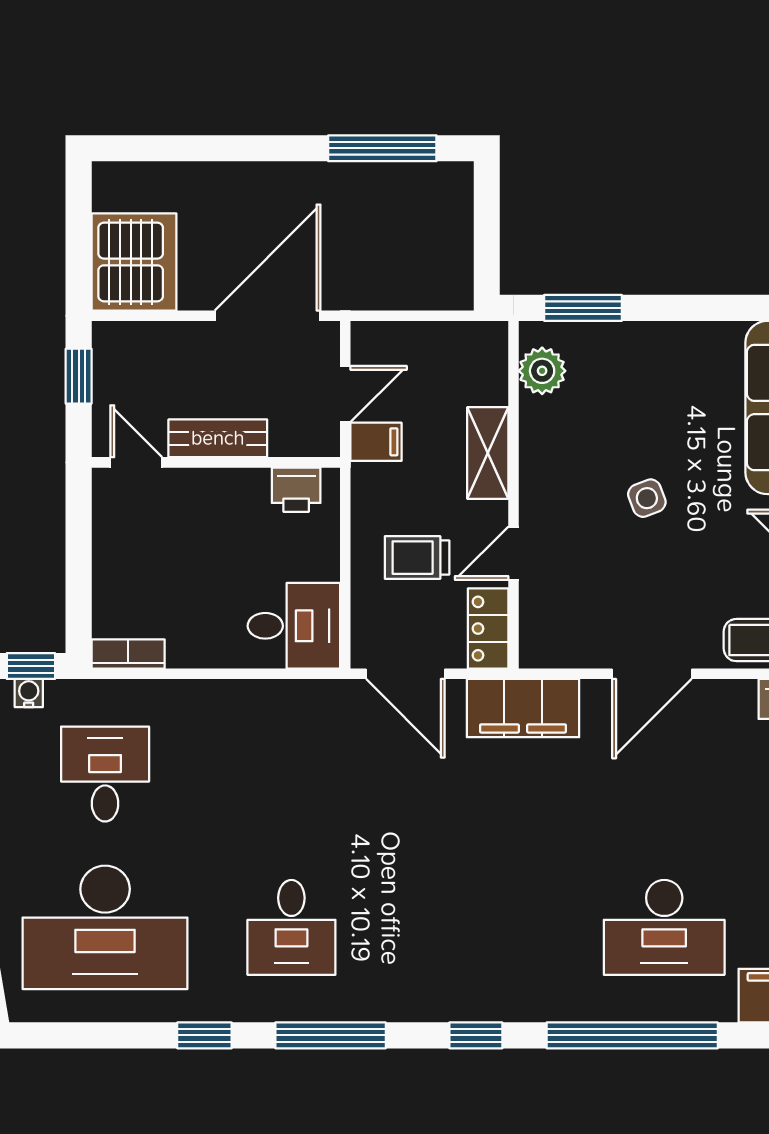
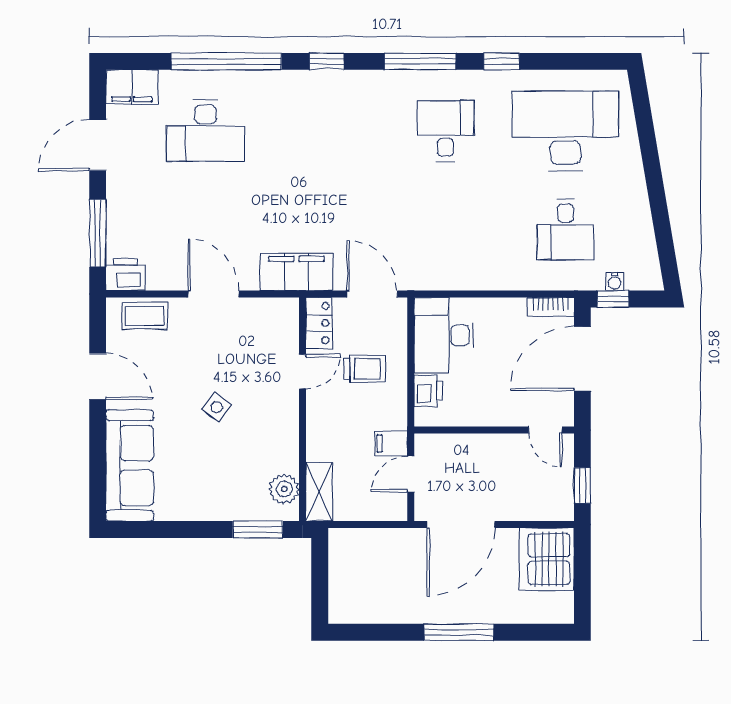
window: (382, 148) -> (459, 632), moved
bench: (218, 438) -> (493, 446), removed
shelving: (488, 453) -> (319, 492), moved
printer: (296, 490) -> (428, 391), moved, turned 90
side table: (647, 498) -> (217, 407), turned -32
door: (79, 573) -> (582, 359), added
desk: (294, 626) -> (444, 335), width x1.37
door: (652, 674) -> (214, 294), hinge flipped
desk: (664, 927) -> (206, 131), turned 180

